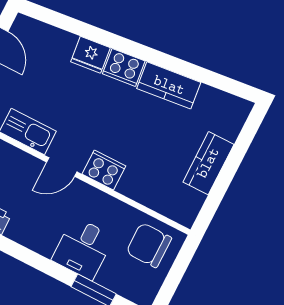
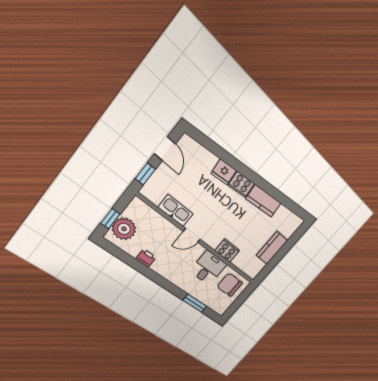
cooker: (104, 170) -> (227, 251), moved
desk: (83, 248) -> (208, 268), moved, turned 180

